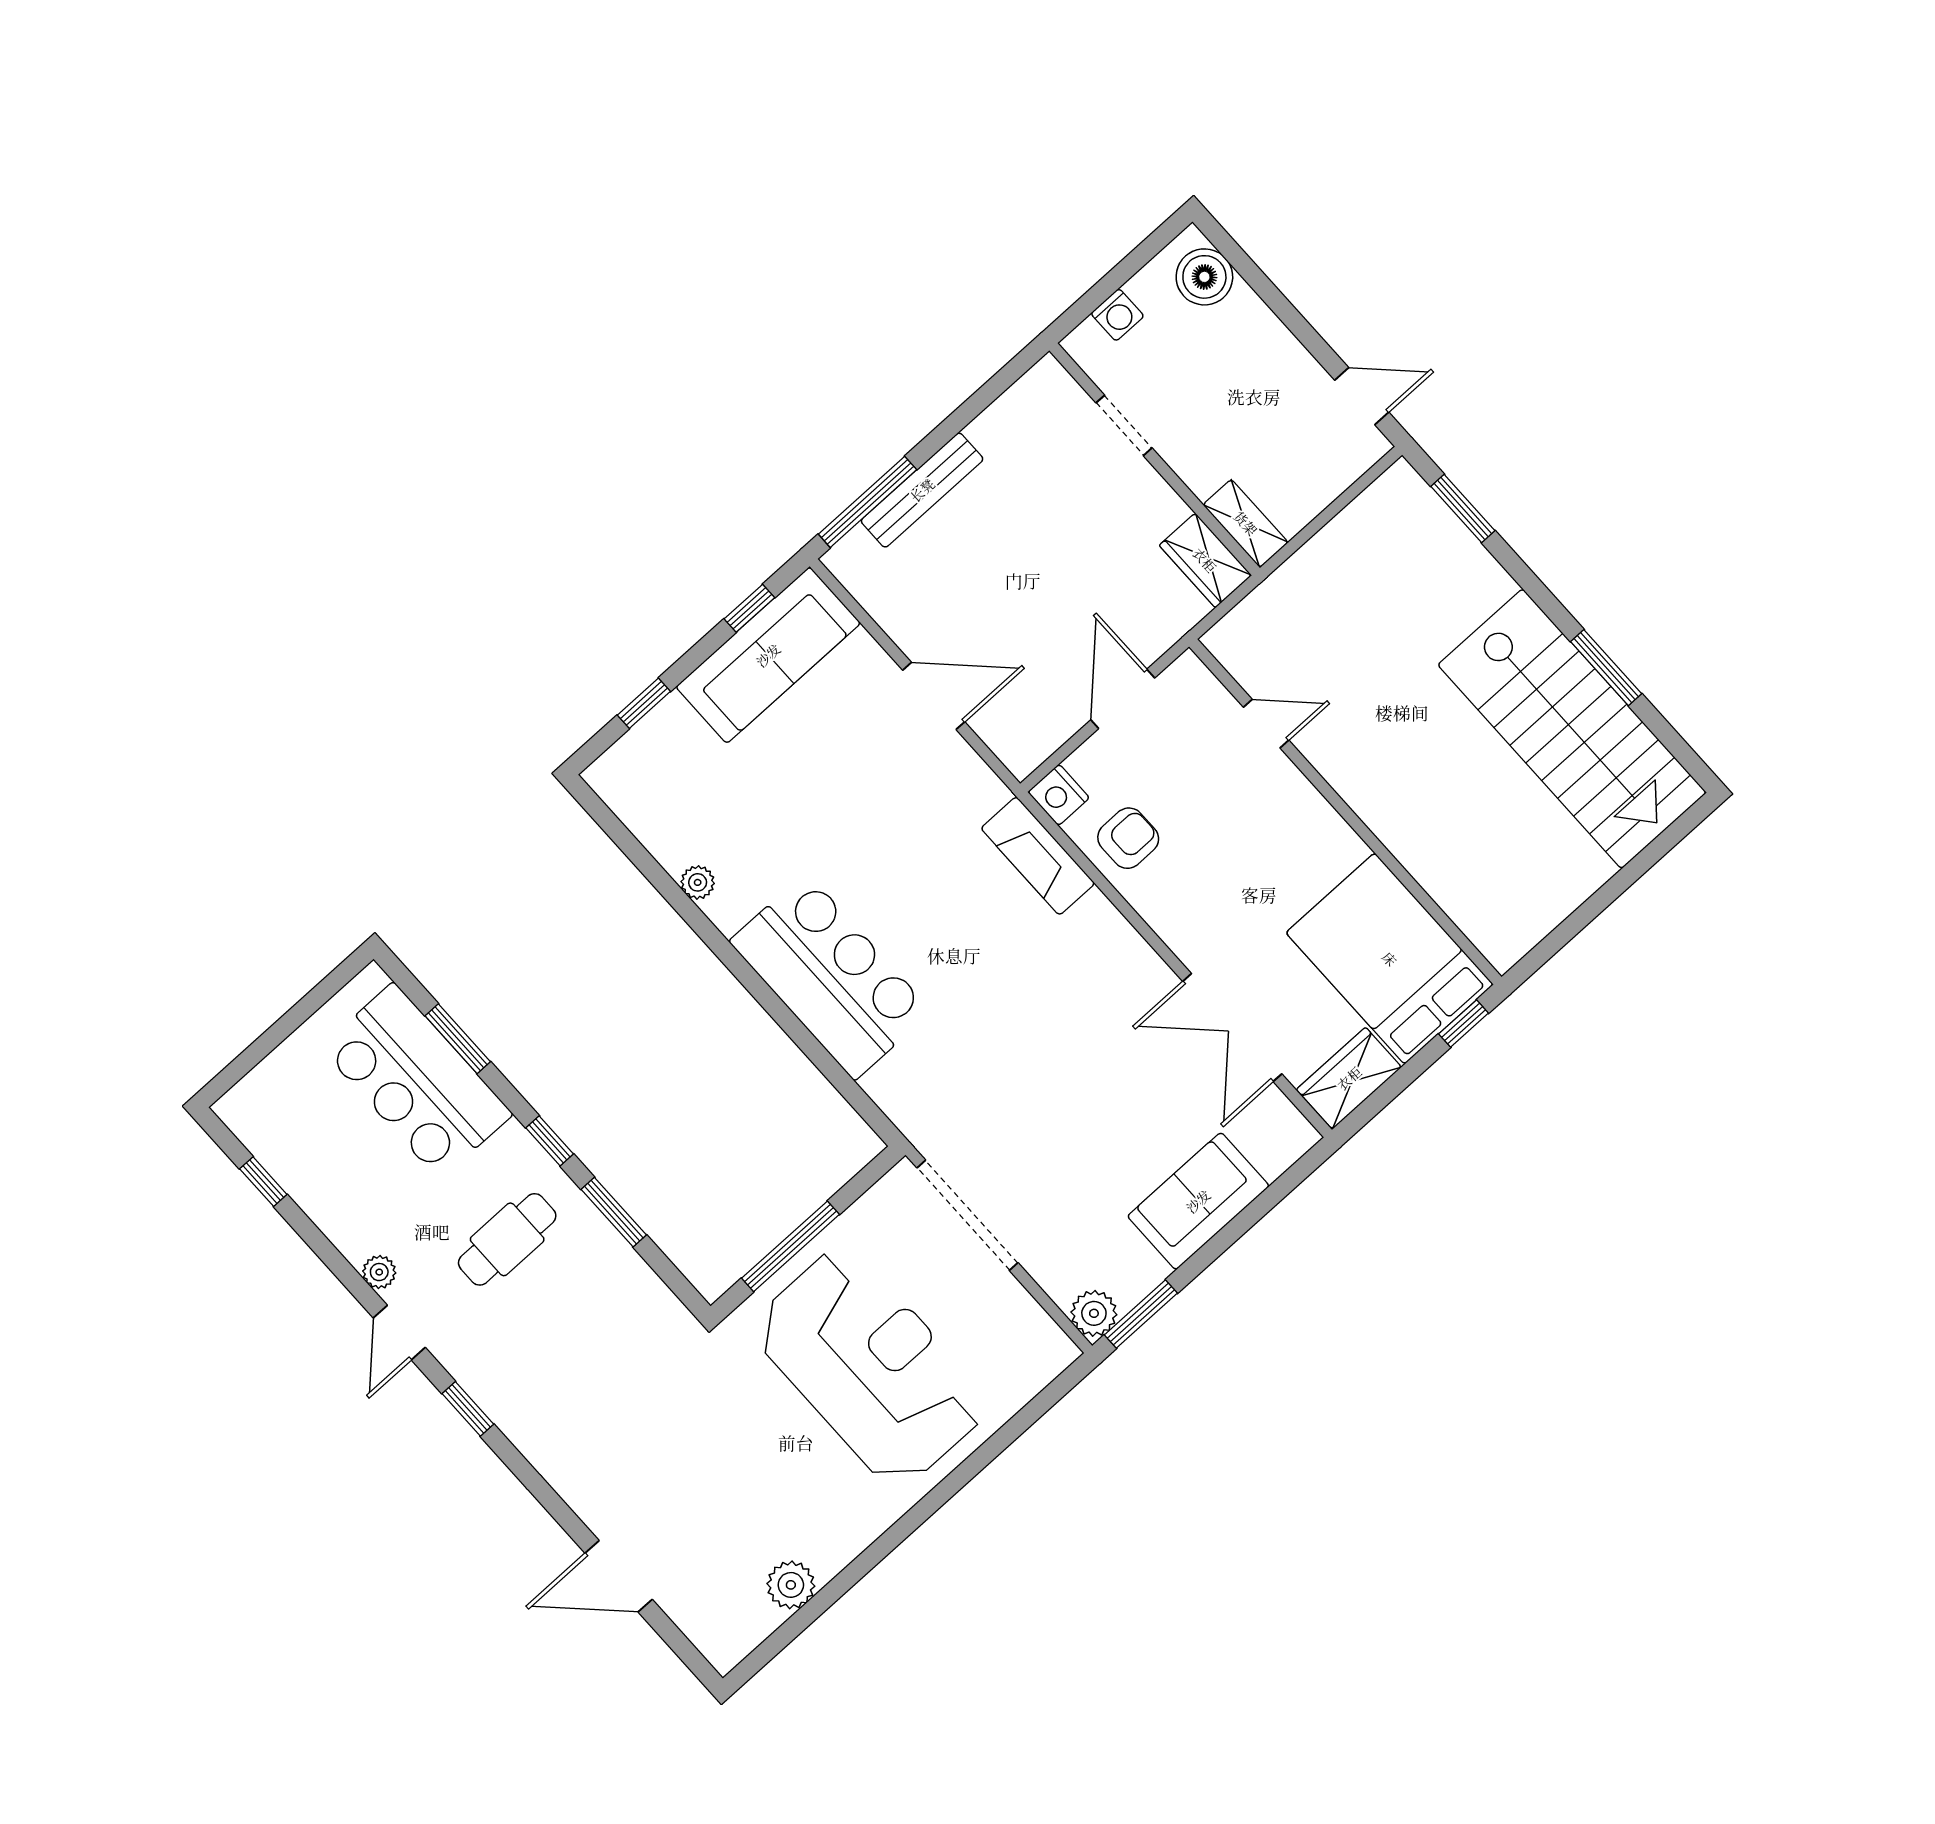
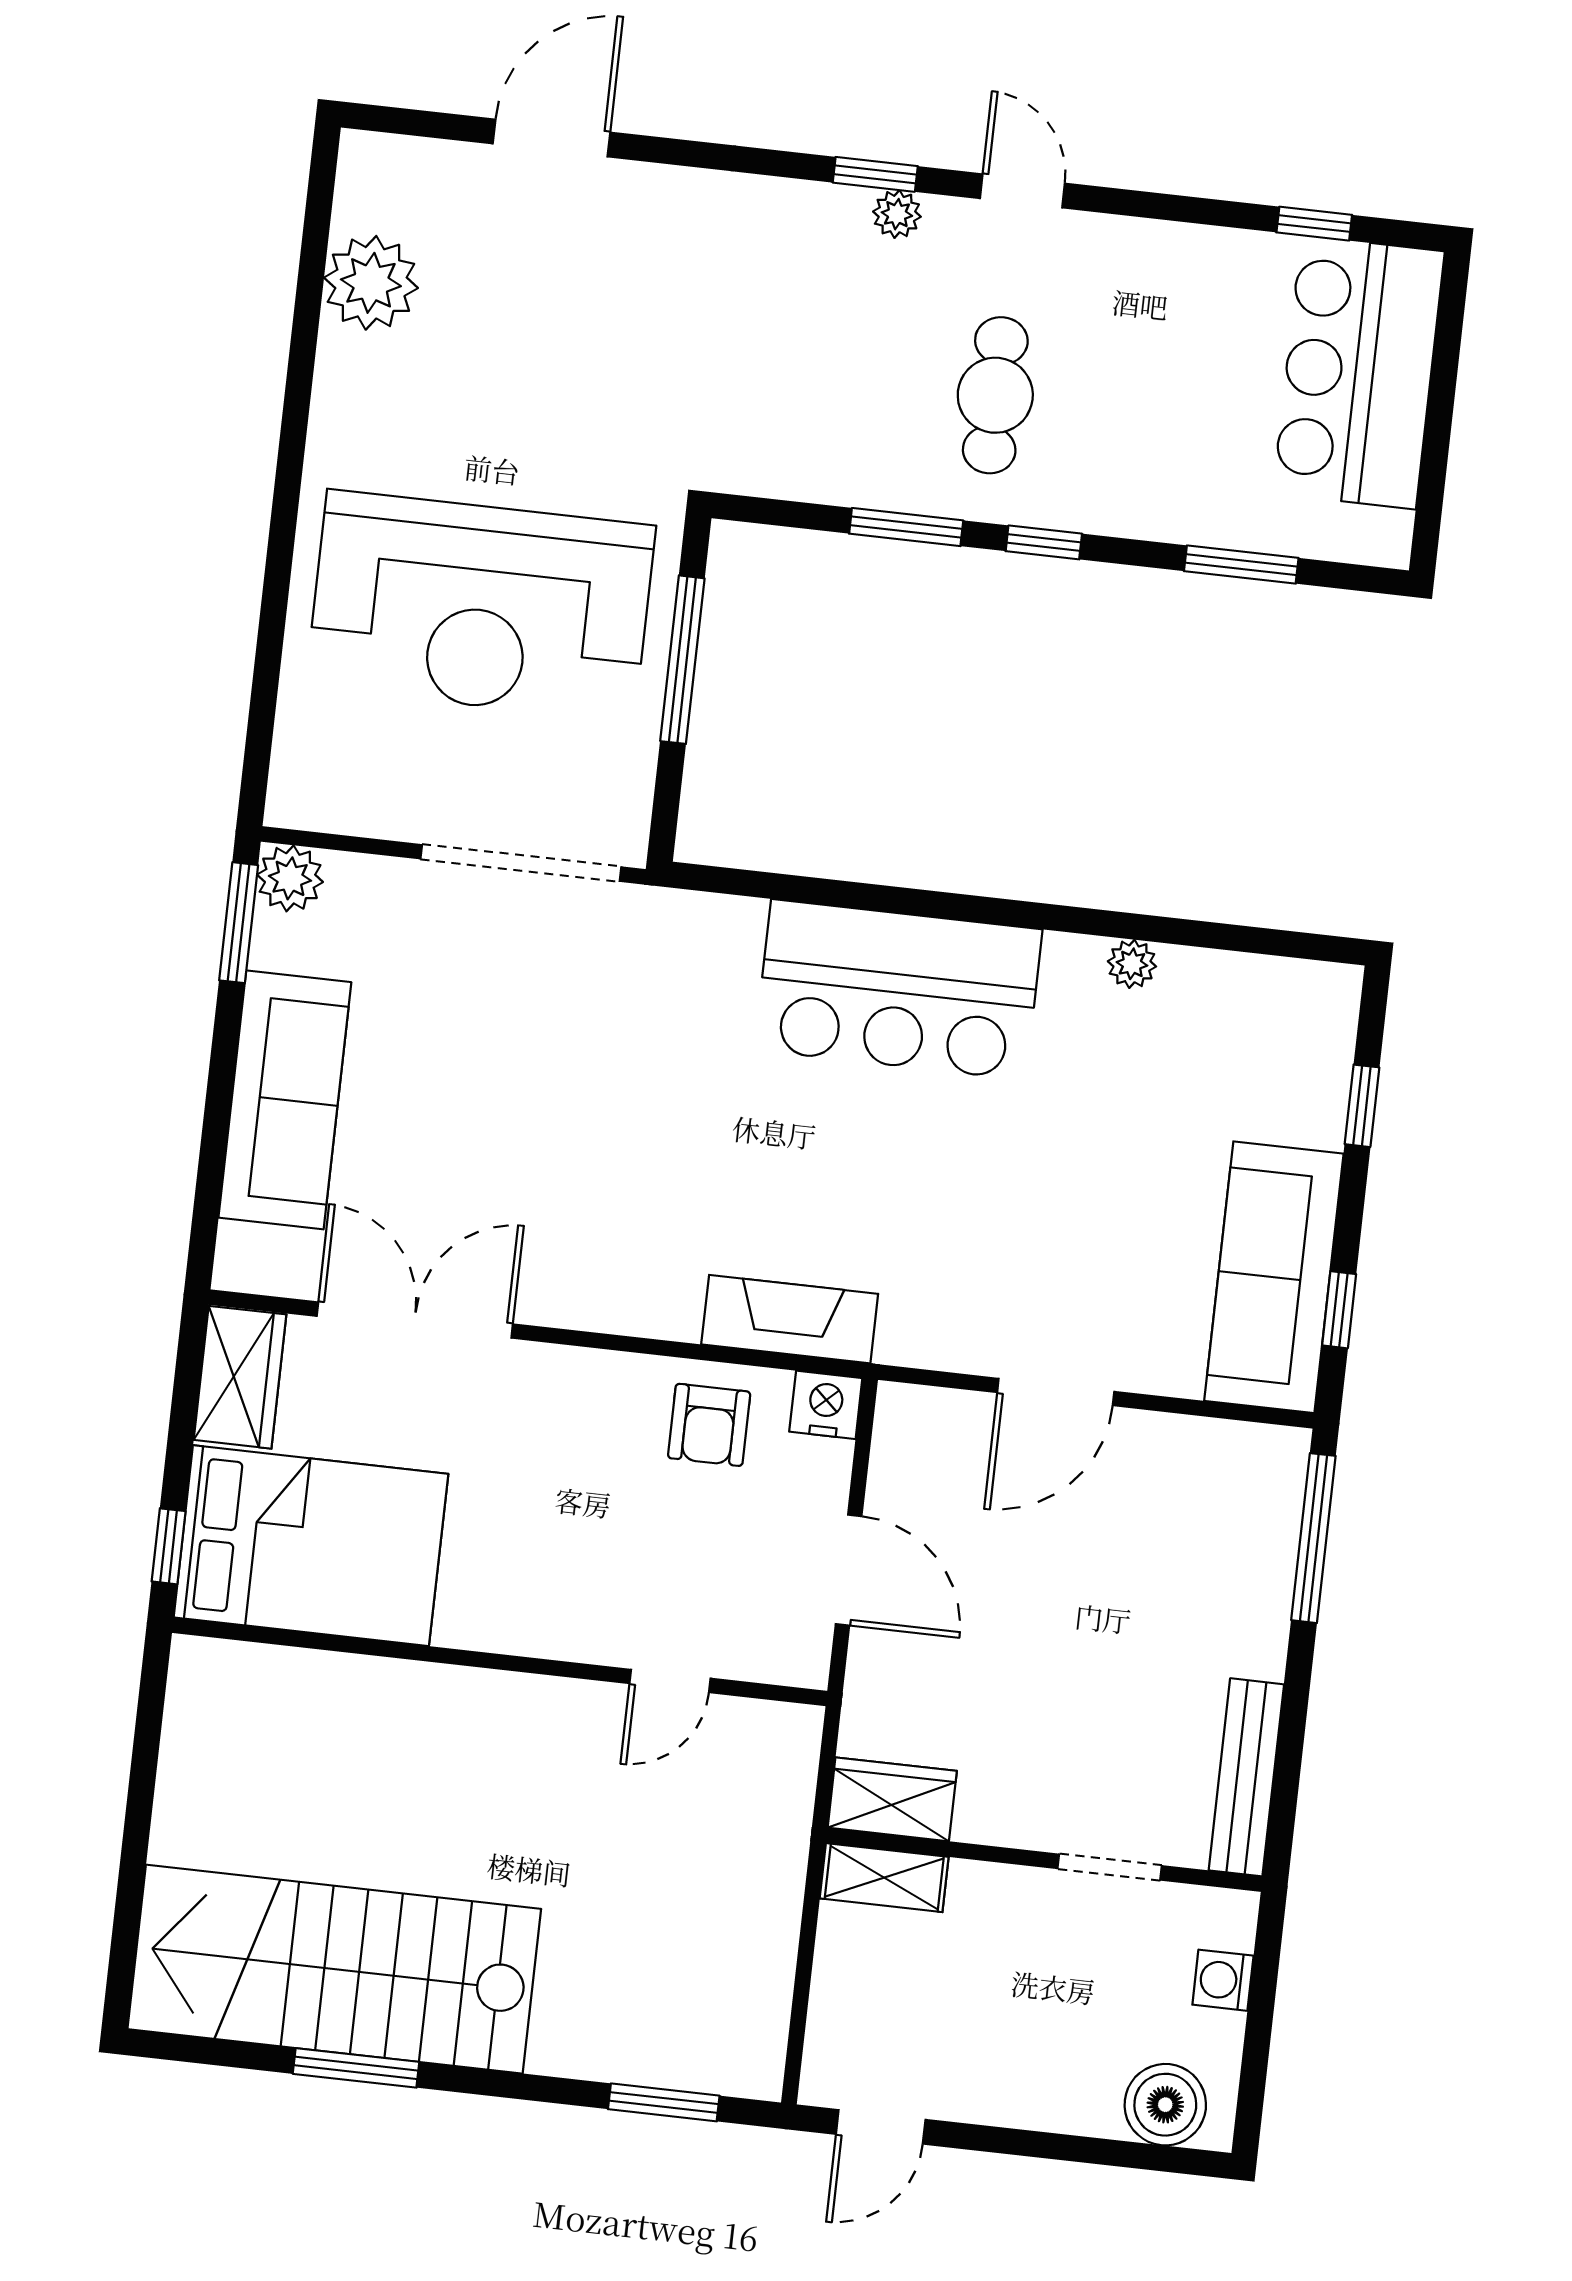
bench: (922, 490) -> (1246, 1777), moved
bar counter: (416, 1081) -> (1359, 372), moved, turned -90
sofa: (1198, 1201) -> (285, 1100), width x1.36
plant: (379, 1272) -> (897, 214), moved
plant: (791, 1585) -> (371, 283), width x1.36, depth x1.36

